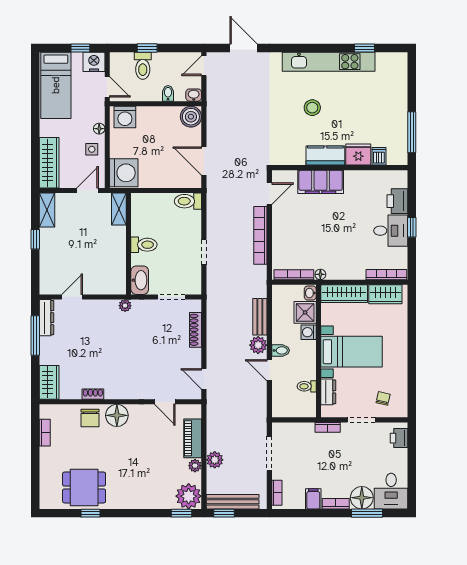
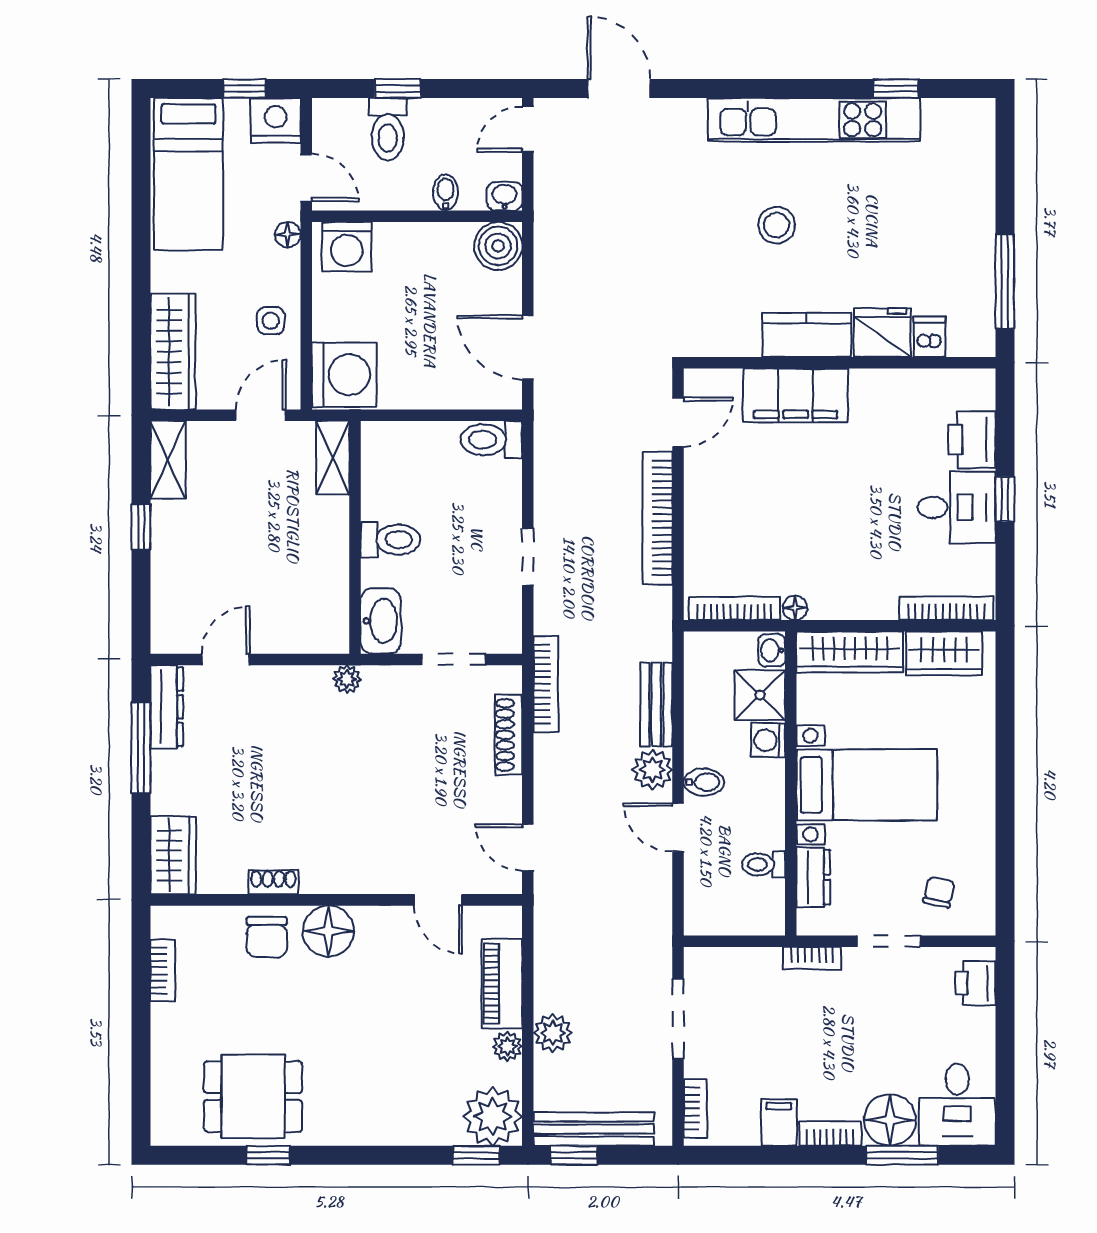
floor lamp: (99, 129) -> (288, 235), moved
bookcase: (212, 308) -> (546, 684), added

